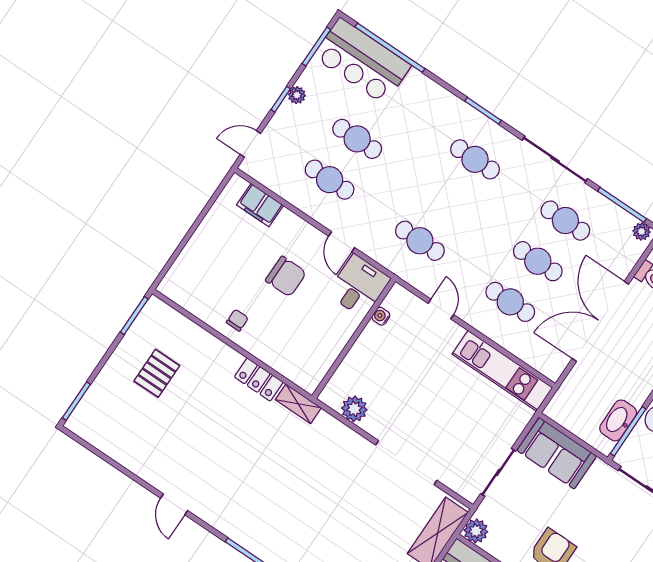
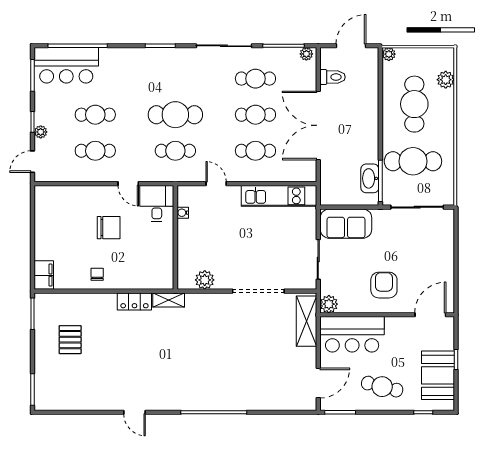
plant: (297, 95) -> (41, 132), moved
cafe table: (475, 159) -> (175, 115), moved, width x1.37, depth x1.35
filing cabinet: (260, 205) -> (44, 275), moved, turned -90

